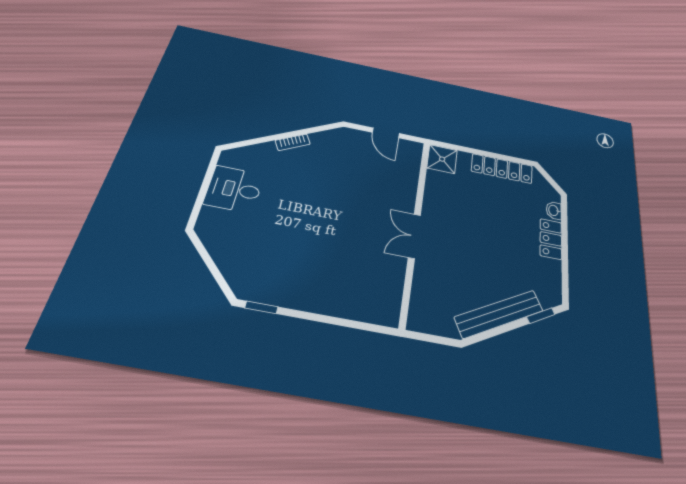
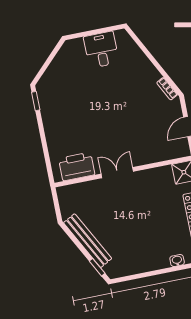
bookcase: (293, 142) -> (167, 89), moved
locker: (551, 239) -> (154, 263), removed
printer: (385, 286) -> (77, 166), added

